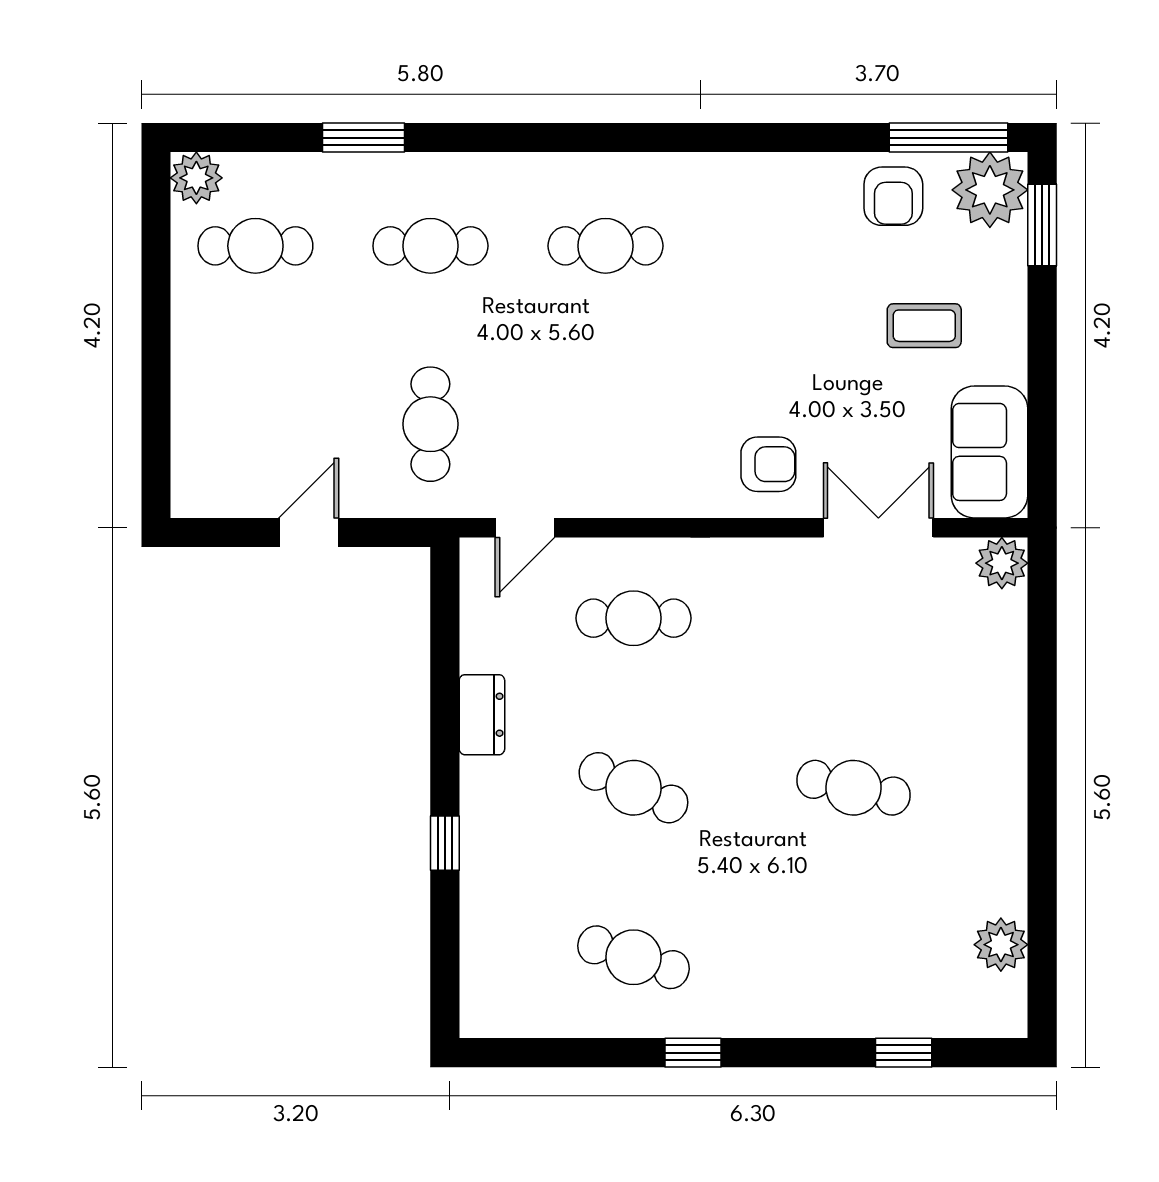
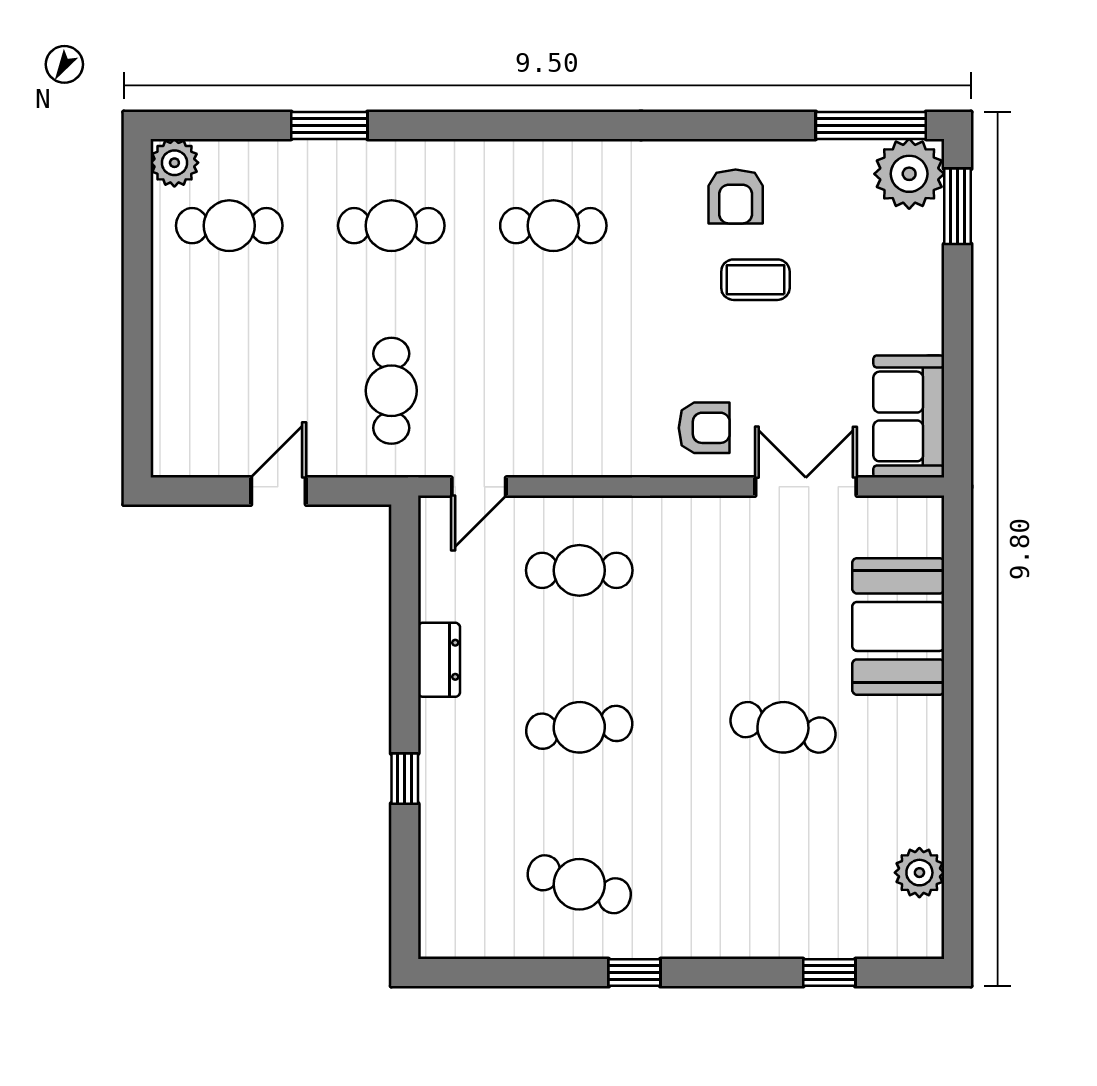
armchair: (893, 196) -> (736, 197), moved
coffee table: (924, 326) -> (755, 280), moved
plant: (1002, 563) -> (920, 519), removed
booth: (978, 679) -> (898, 626), added
cafe table: (633, 788) -> (579, 727), turned -30

